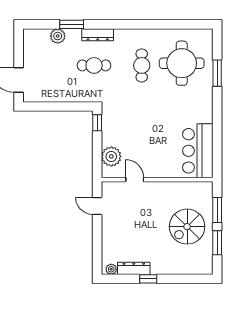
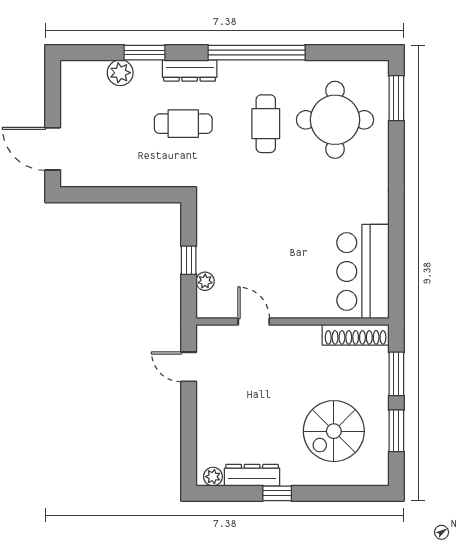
window: (136, 24) -> (257, 53), added
window: (217, 73) -> (396, 98), moved
window: (97, 123) -> (189, 260), moved
plant: (111, 156) -> (205, 281), width x0.53, depth x0.53
shoe rack: (194, 187) -> (356, 335), added
spiral stairs: (187, 227) -> (334, 431), moved

